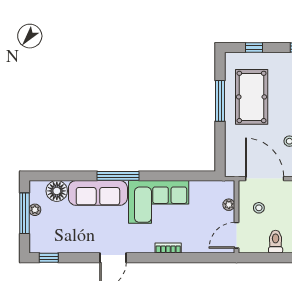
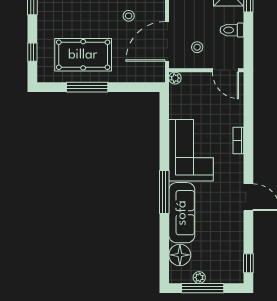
plant: (229, 205) -> (175, 78), moved

